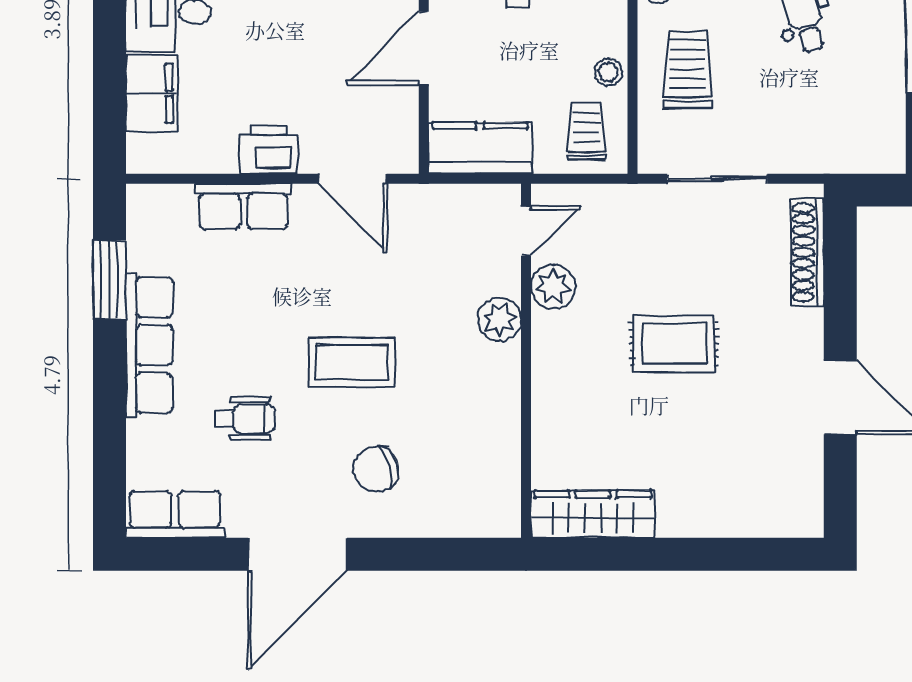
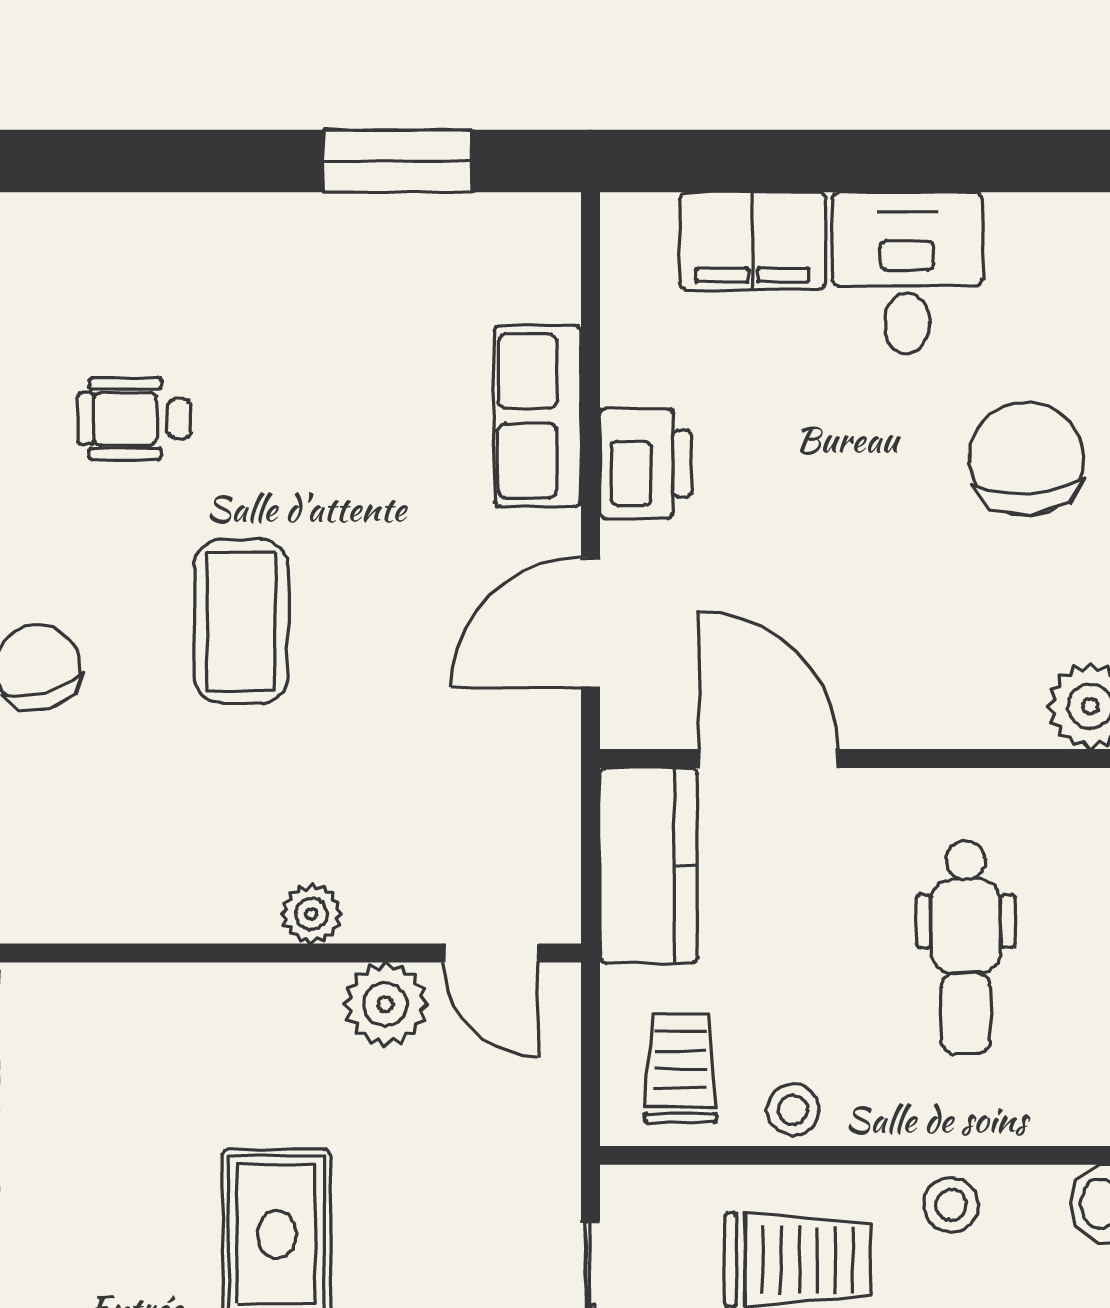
door: (424, 48) -> (768, 759), moved
trolley: (586, 131) -> (680, 1068), turned -90
plant: (499, 319) -> (311, 914), width x0.73, depth x0.73
row of seats: (149, 345) -> (274, 236), removed
wheelchair: (245, 419) -> (134, 419), turned 90

